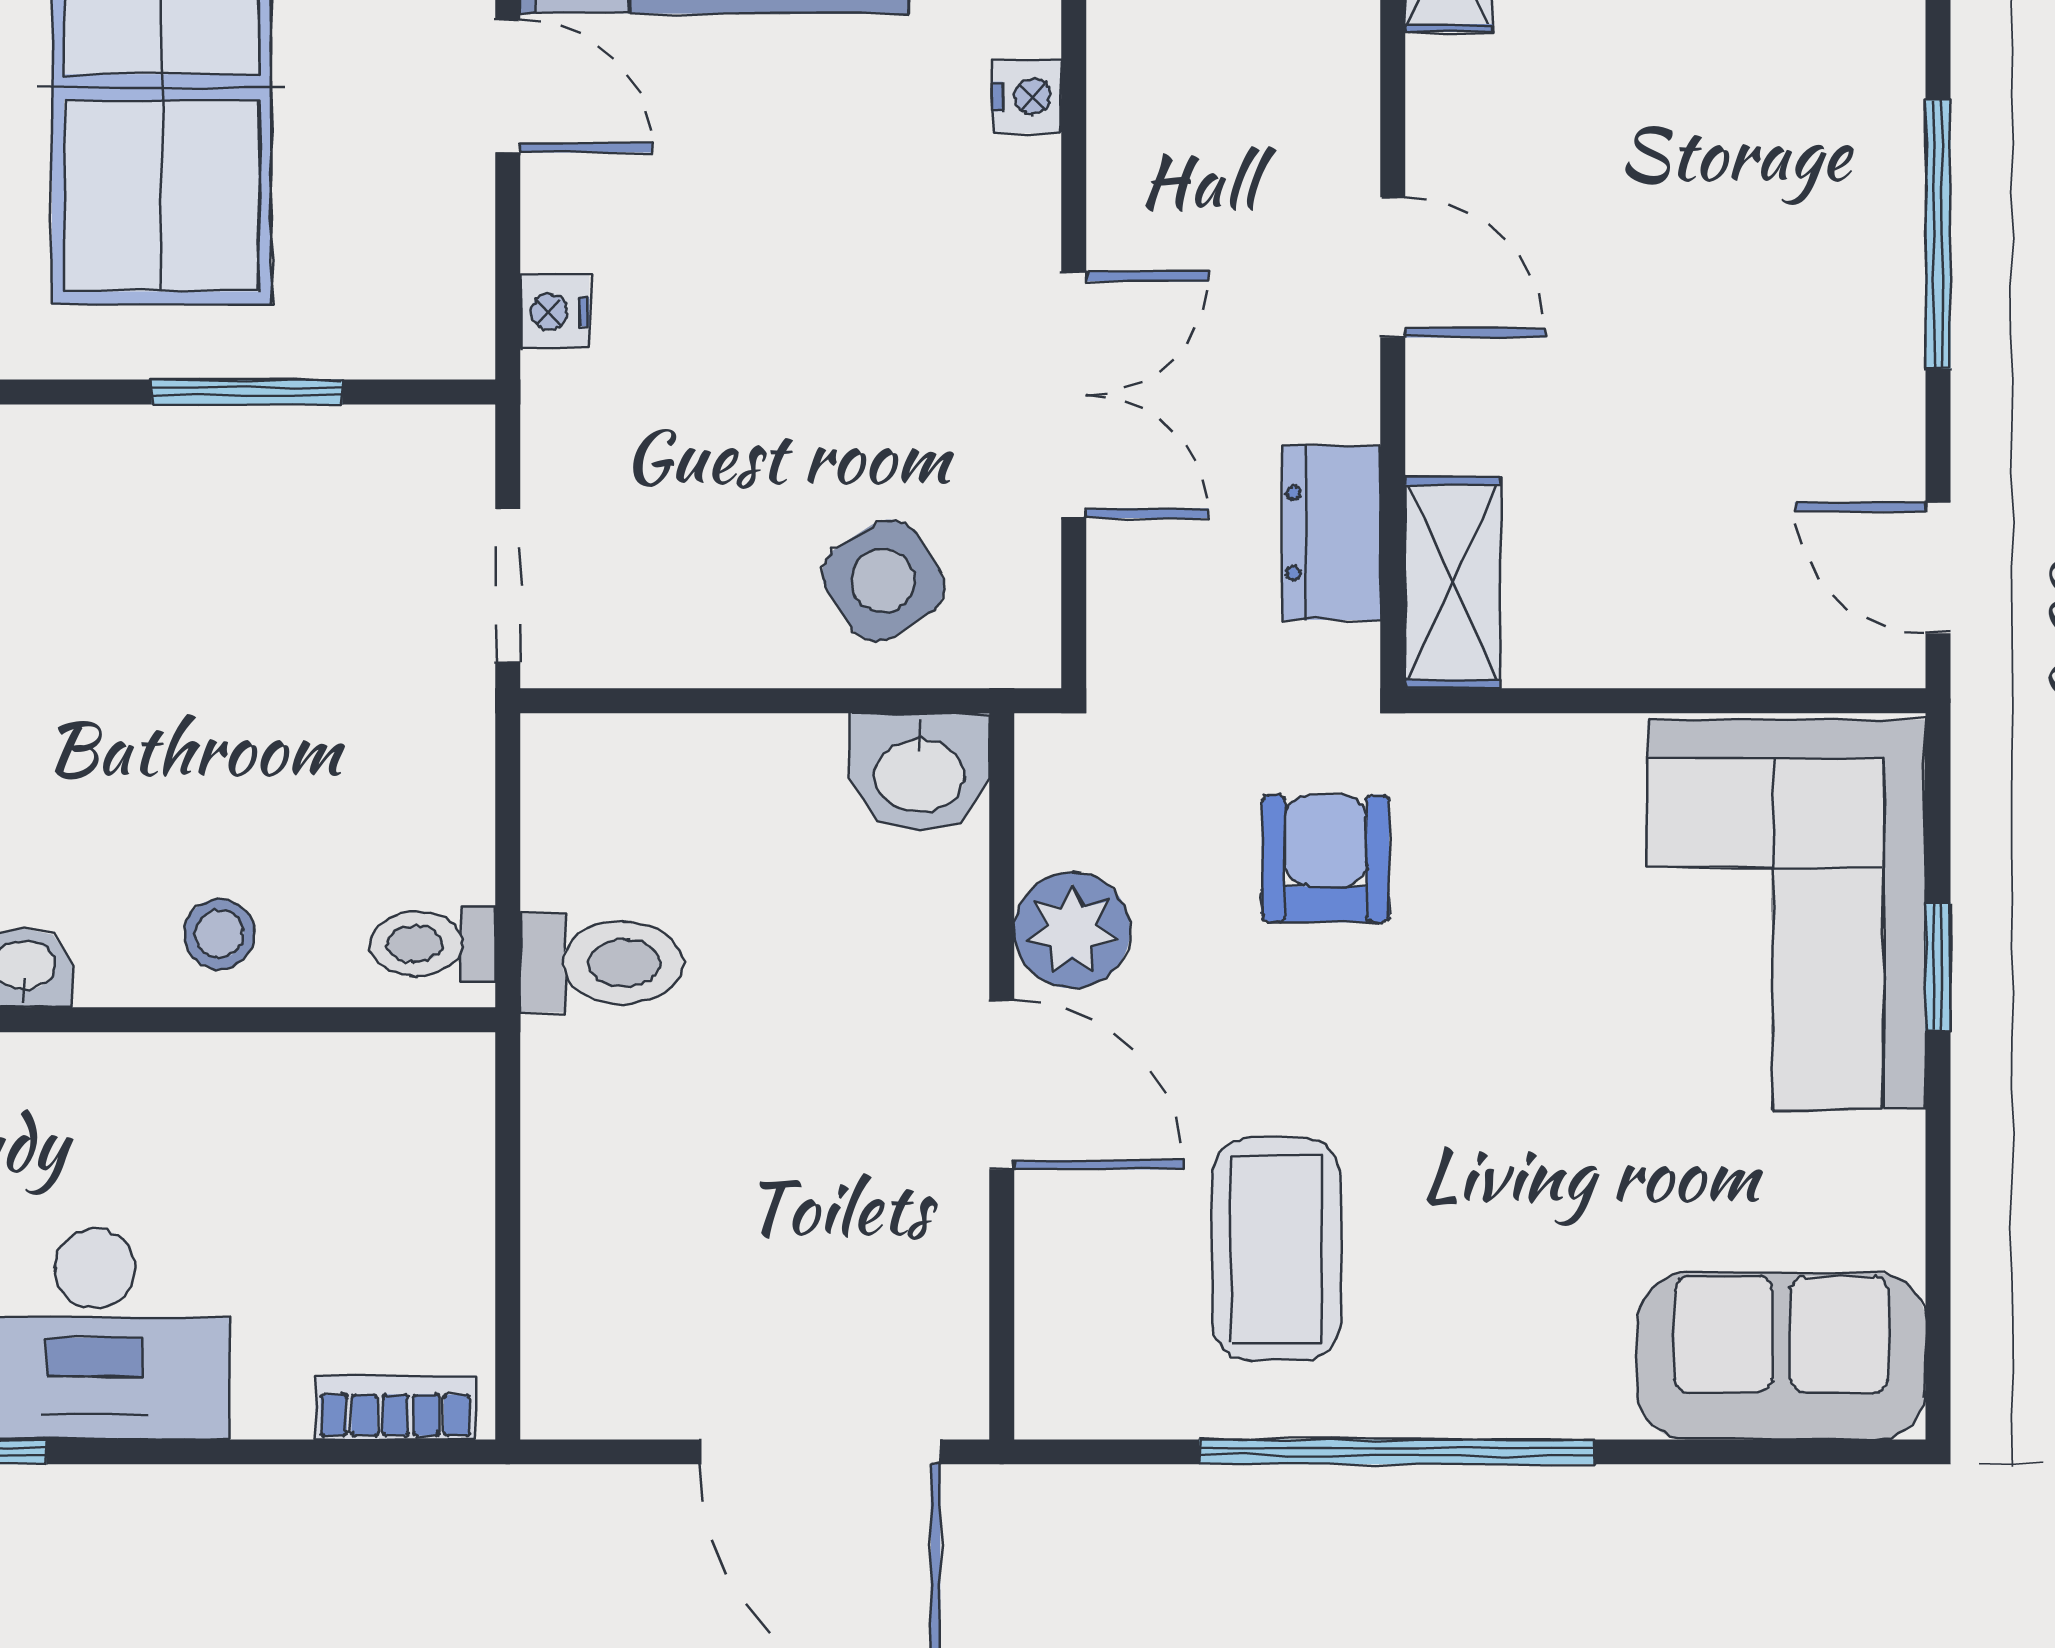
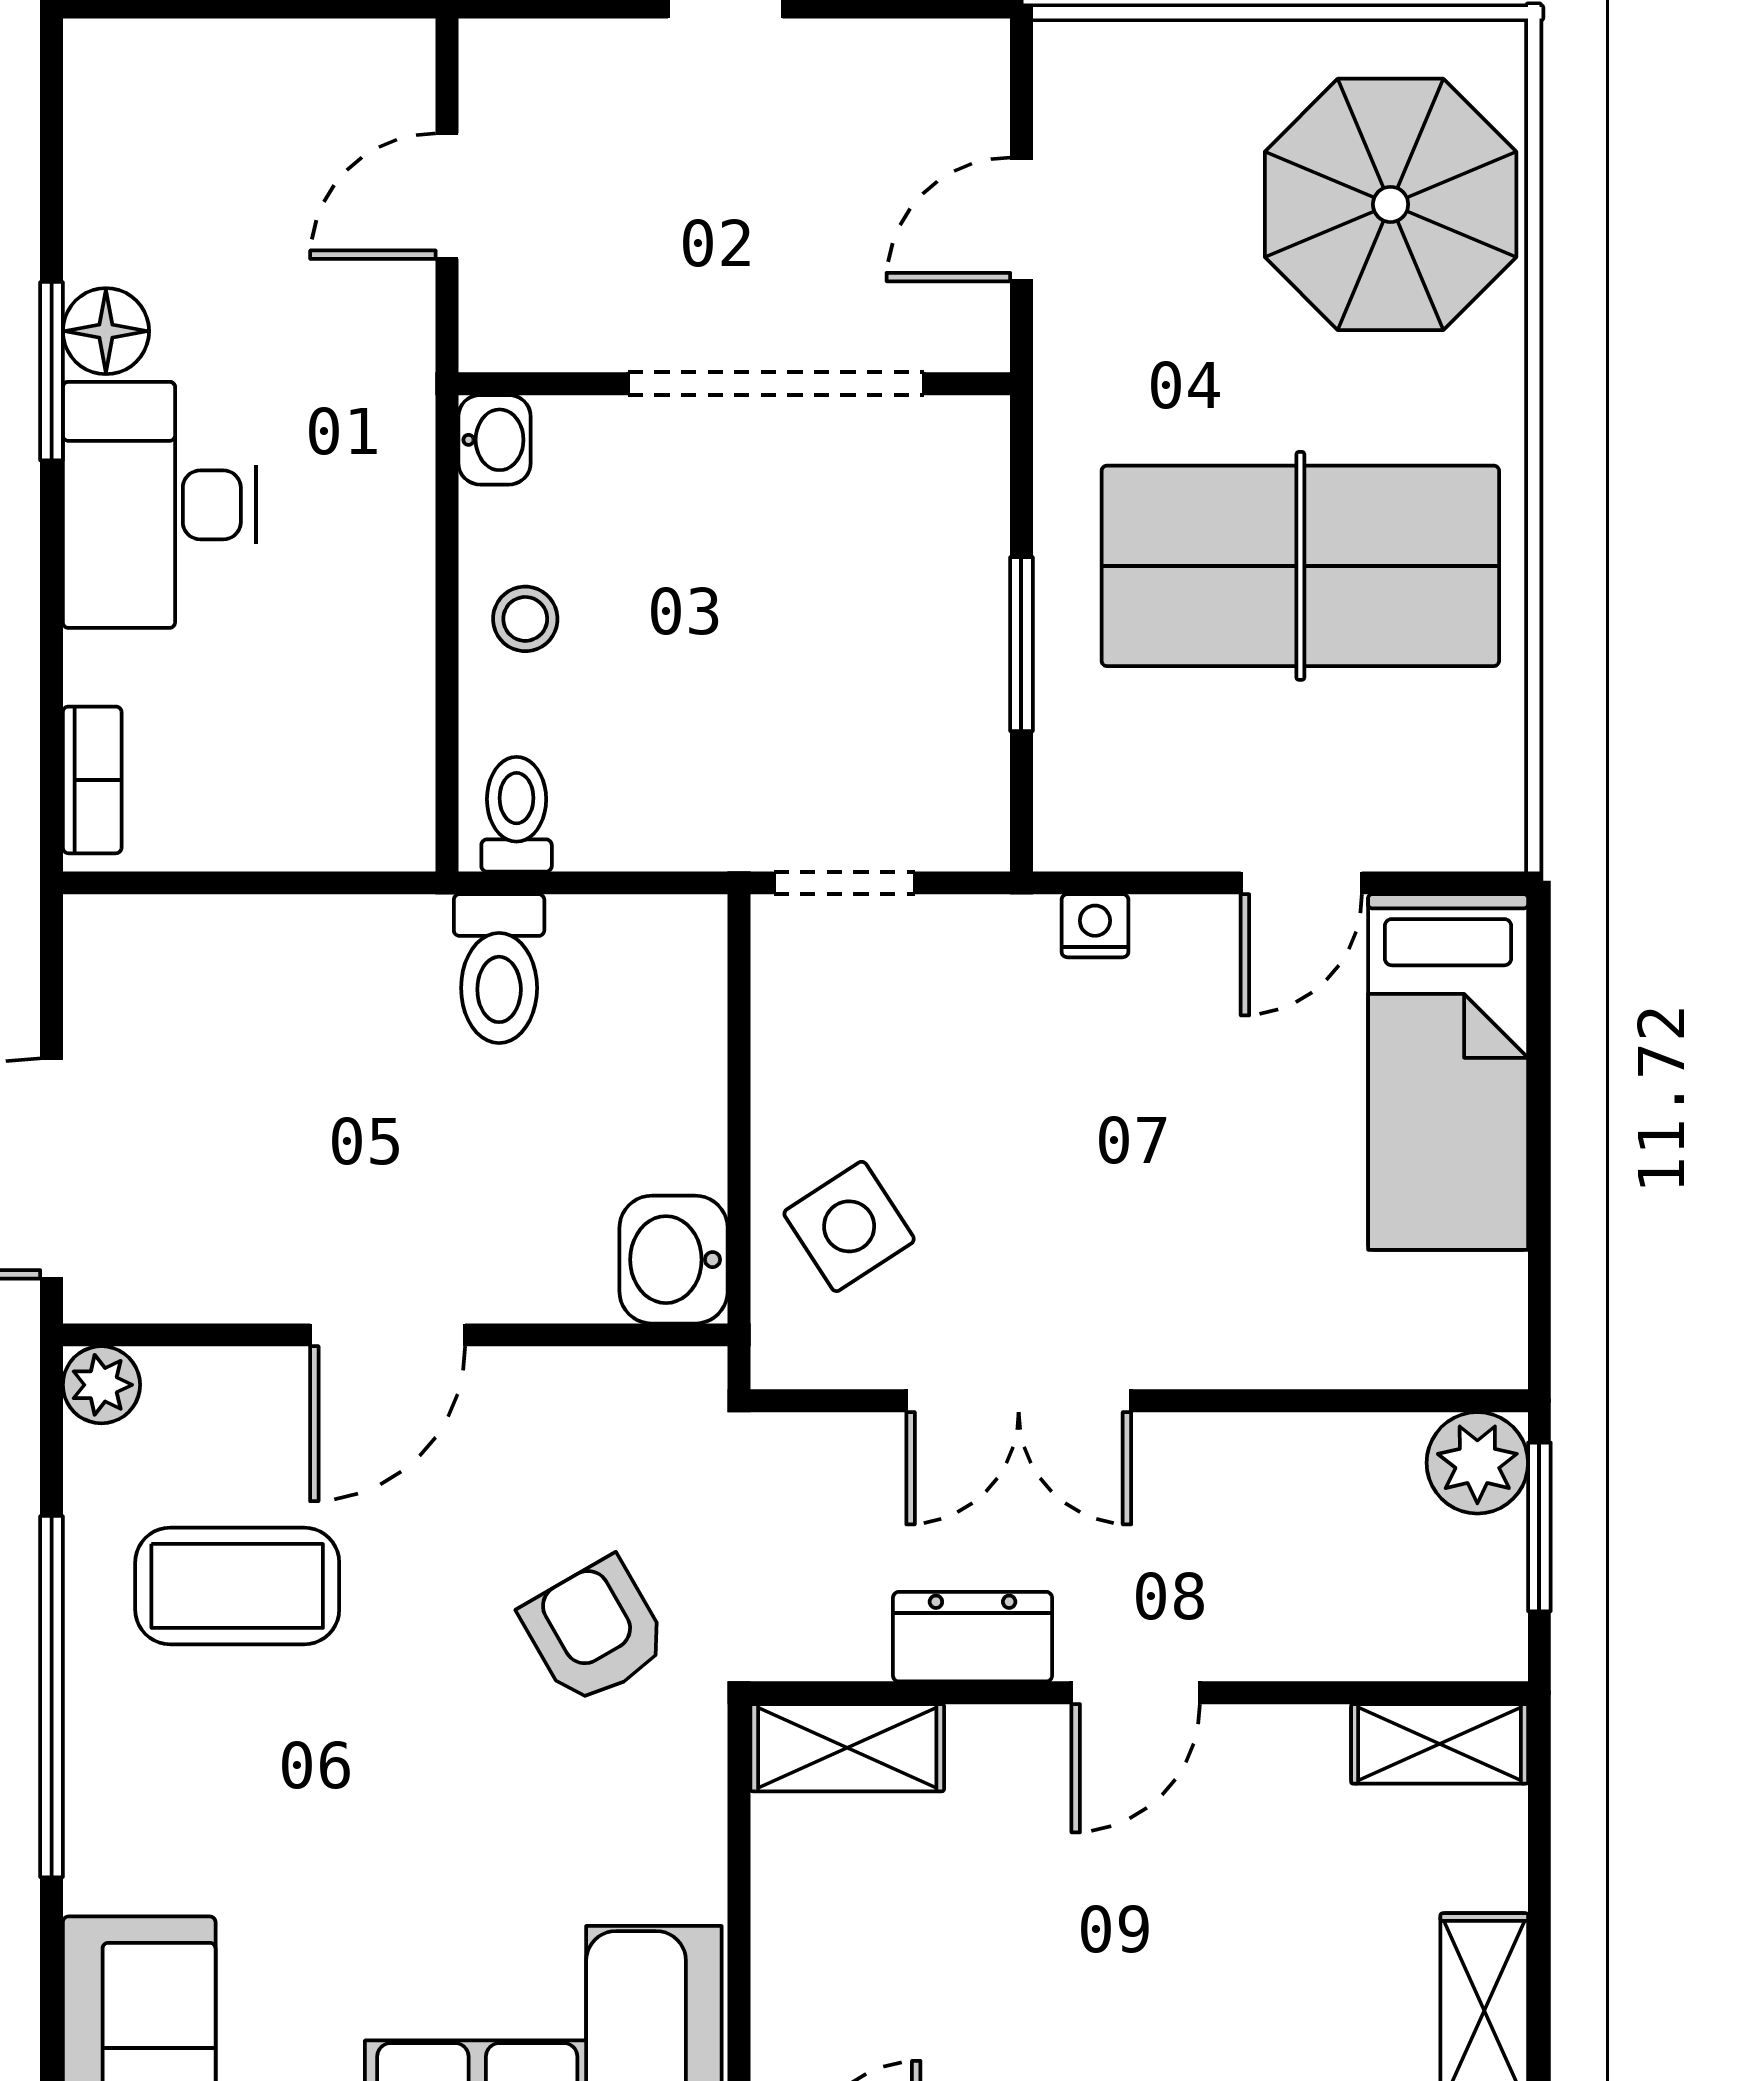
nightstand: (1027, 96) -> (1292, 1358), removed
dresser: (1331, 533) -> (973, 1637), moved
armchair: (1326, 858) -> (595, 1631), turned -120
plant: (1072, 930) -> (101, 1385), moved, width x0.73, depth x0.73

